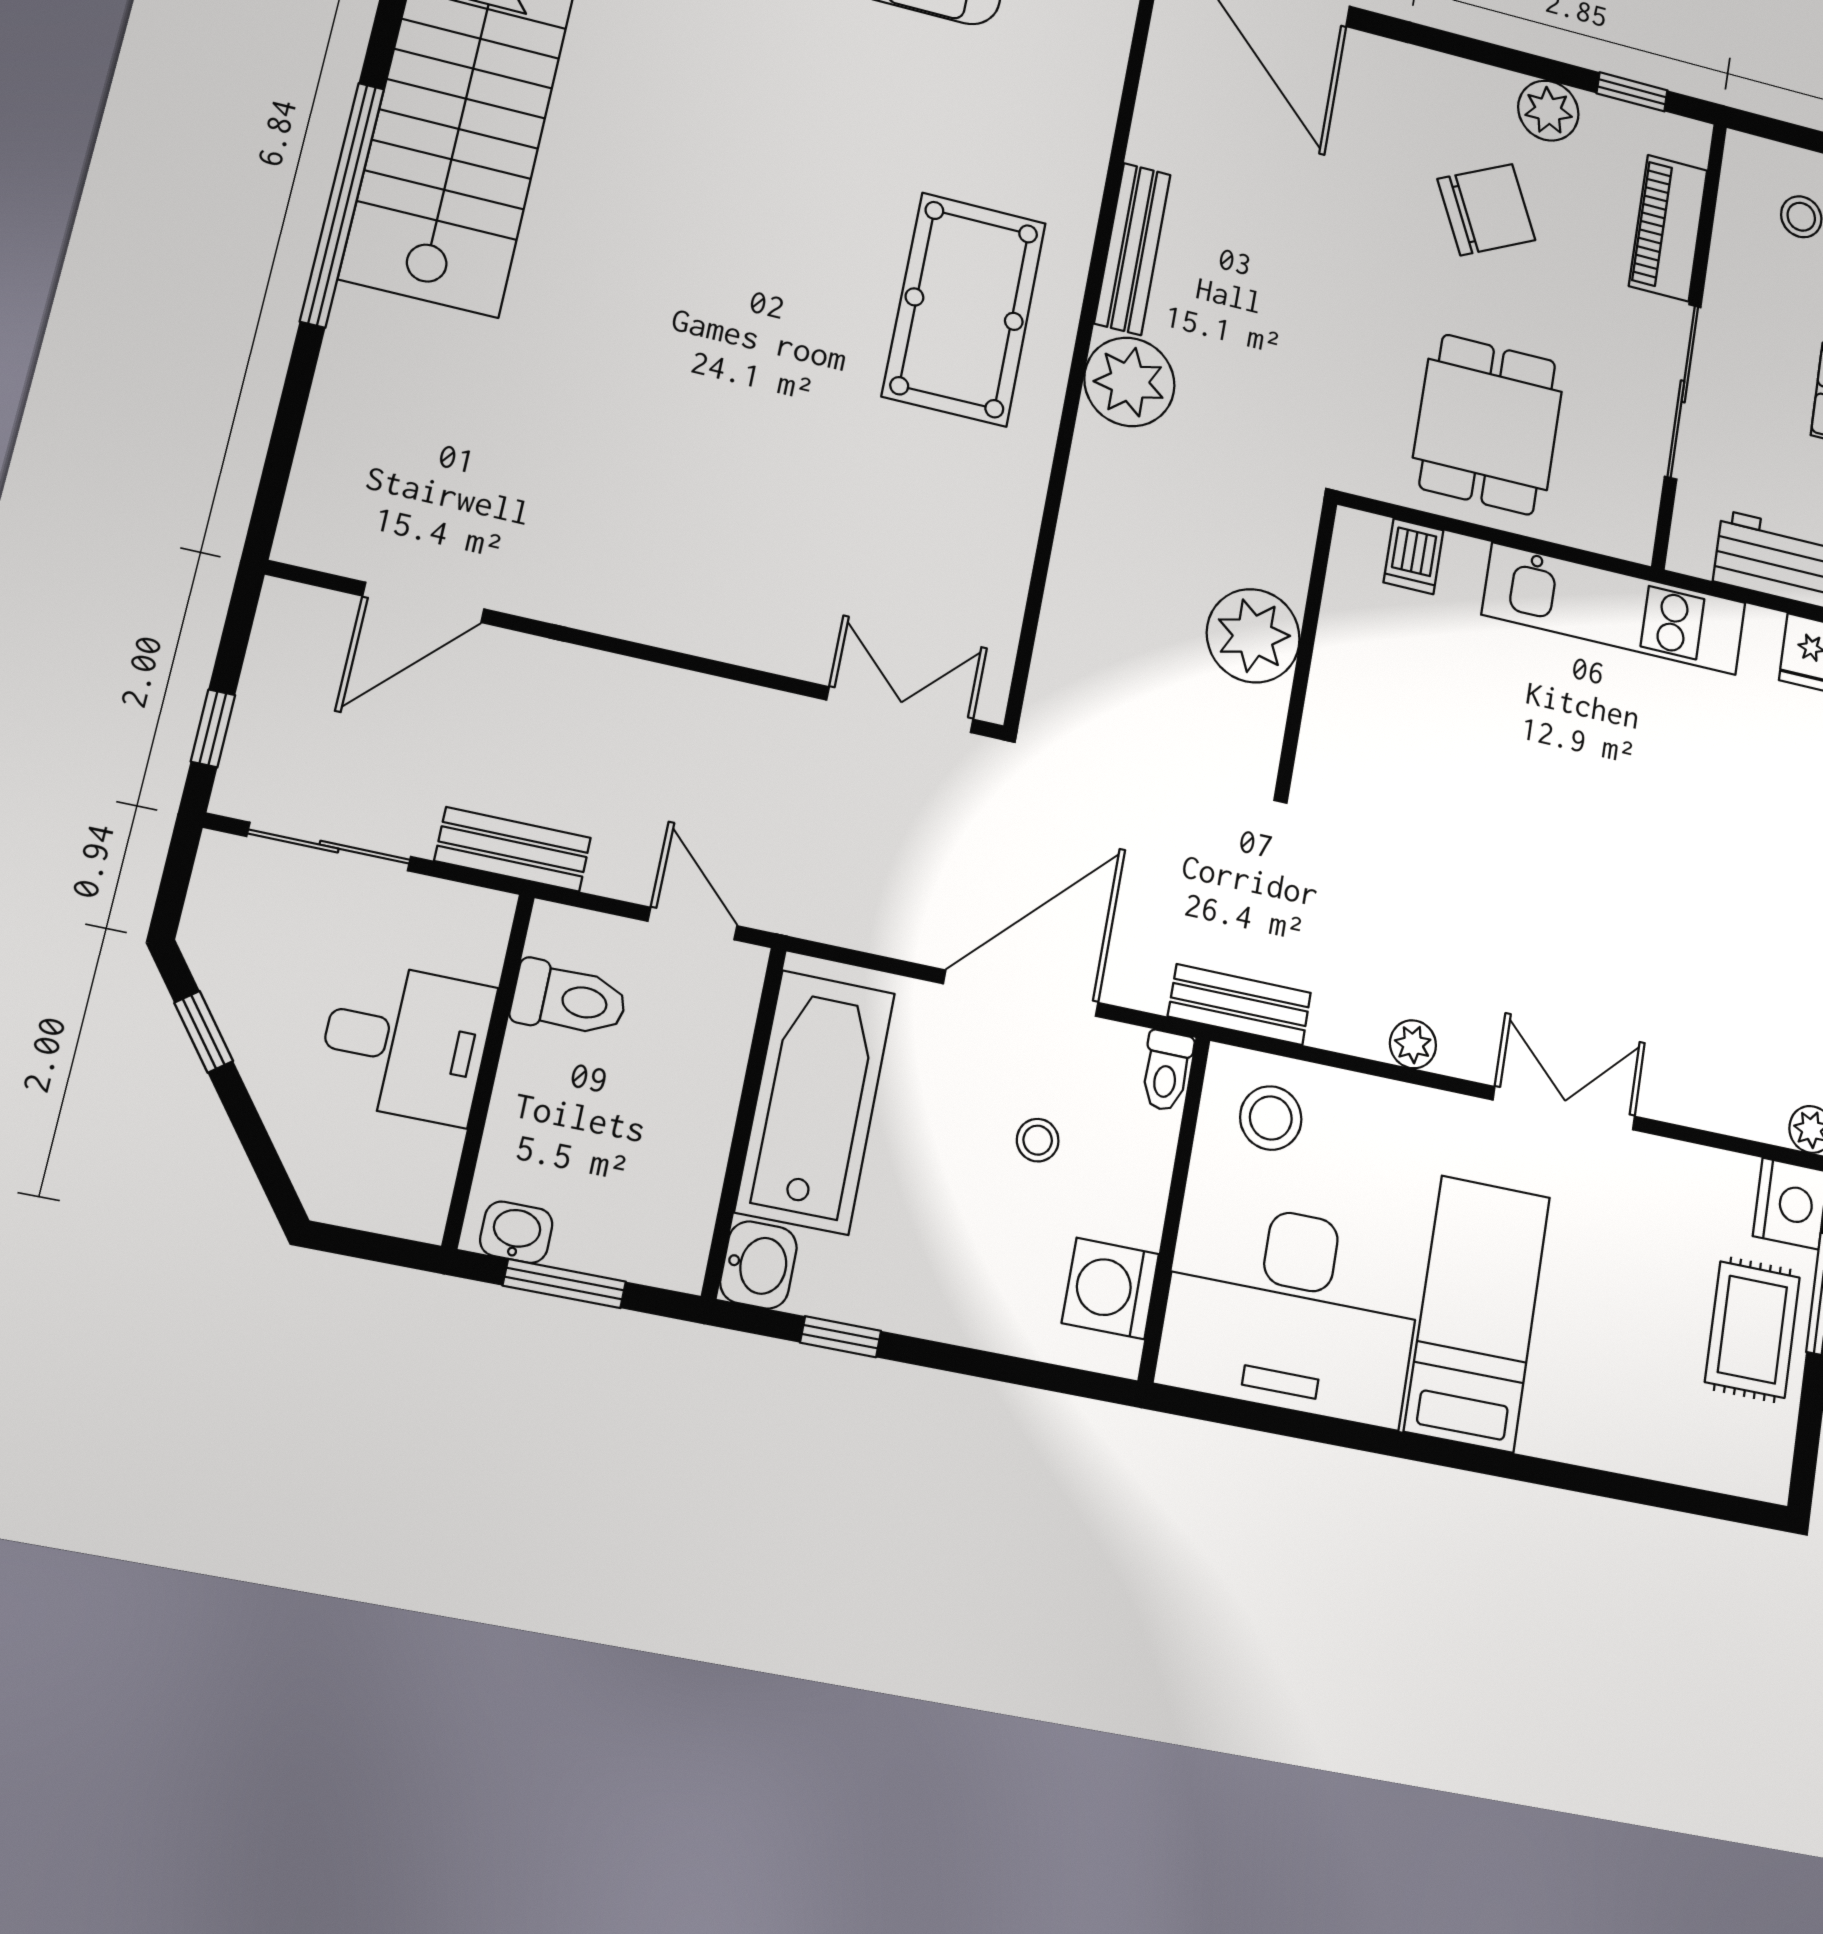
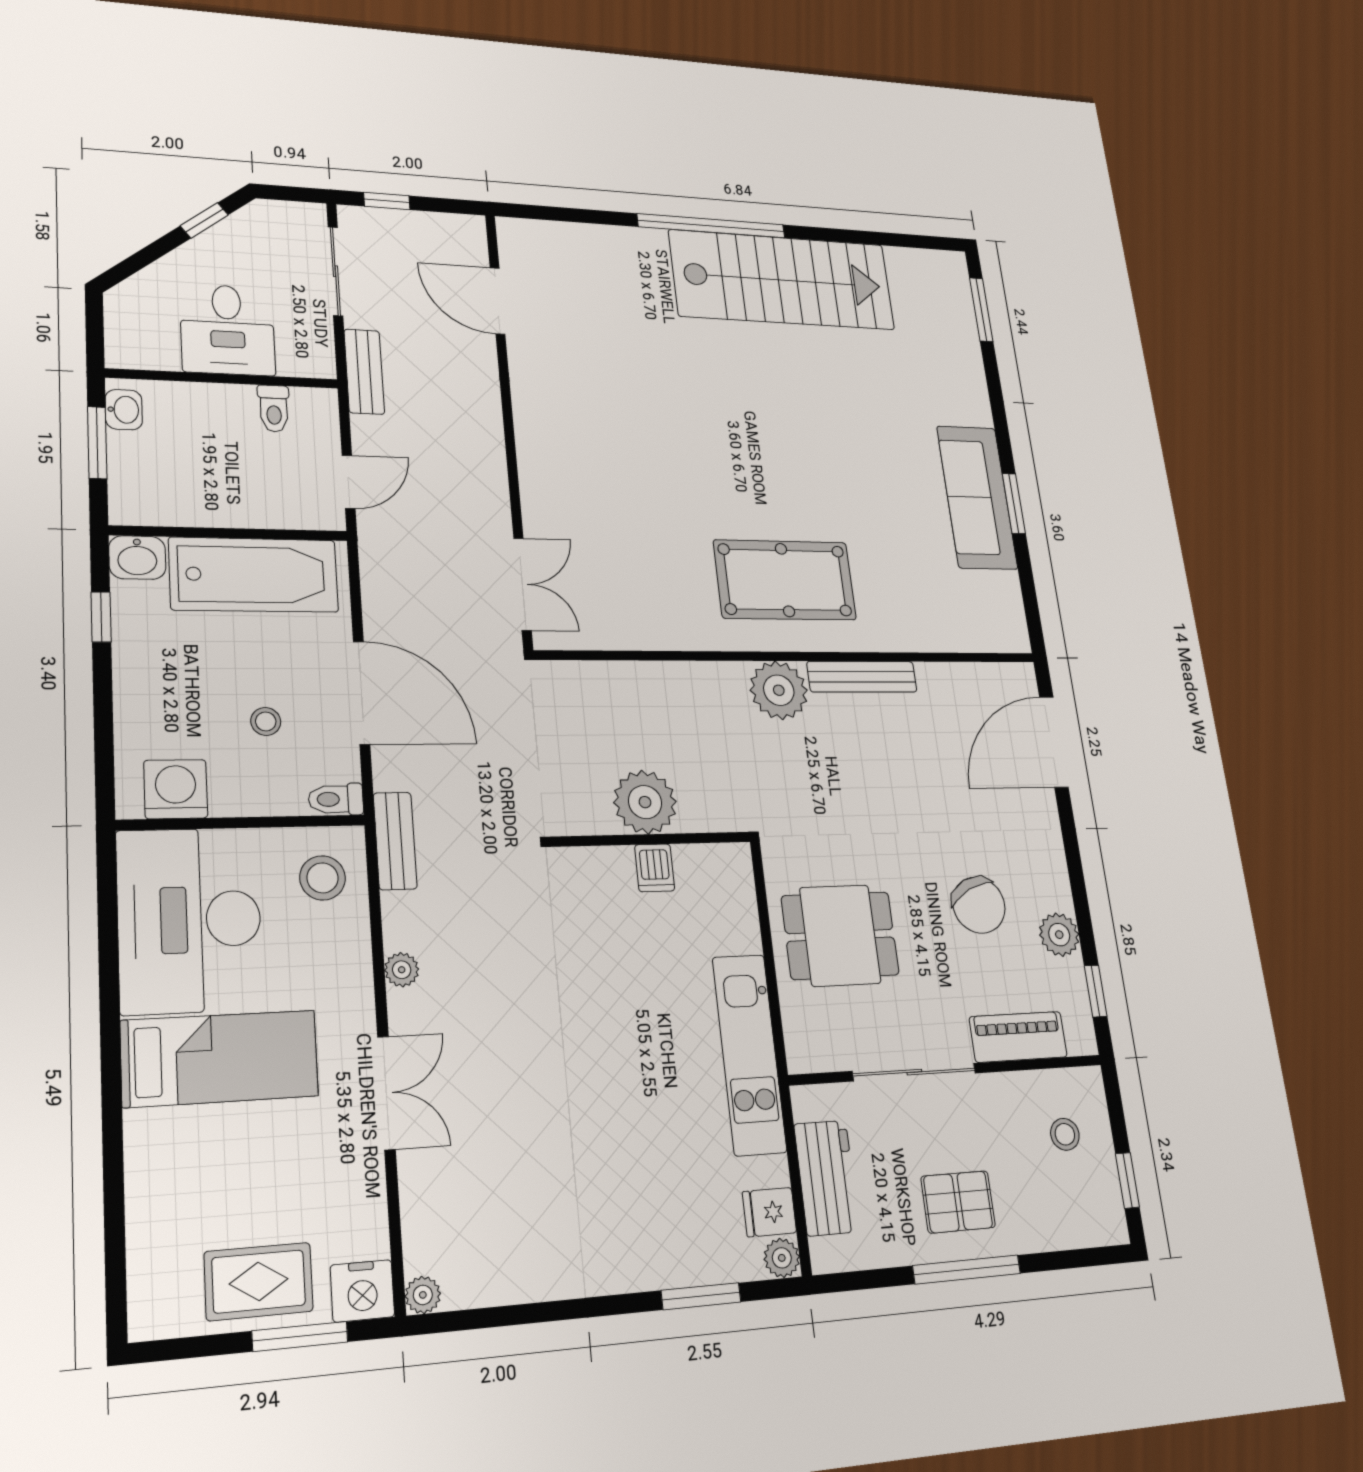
dishwasher: (1413, 556) -> (655, 868), moved, turned -90
toilet: (569, 999) -> (274, 408), width x0.73, depth x0.72

